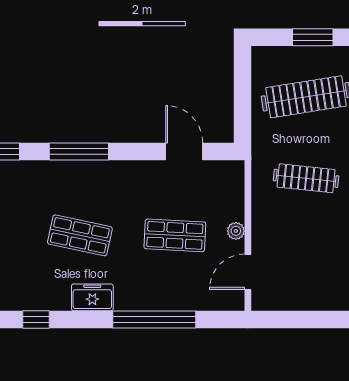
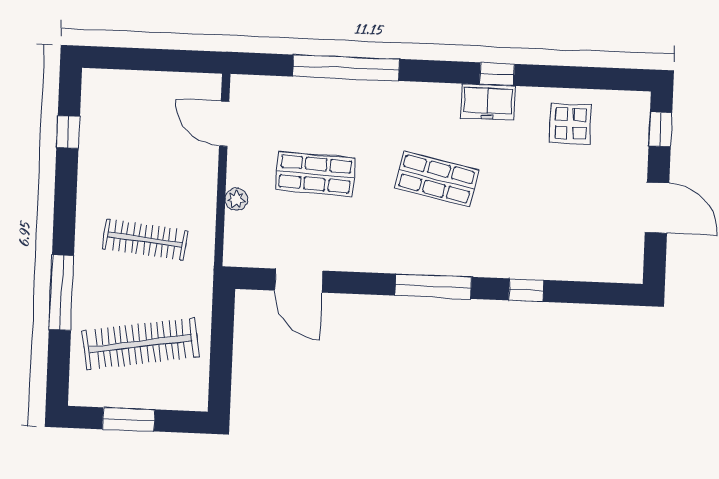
plant: (236, 231) -> (236, 199), moved
door: (248, 272) -> (224, 124), swing flipped
freezer: (92, 297) -> (488, 102), moved

